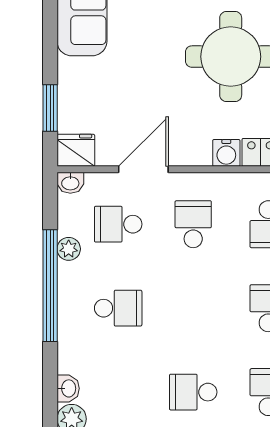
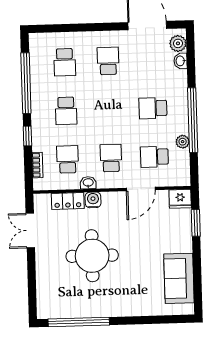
washbasin: (70, 183) -> (88, 183), moved
school desk: (118, 224) -> (154, 157), turned 180
school desk: (193, 224) -> (111, 158), turned 180
school desk: (193, 392) -> (108, 61), turned -90

